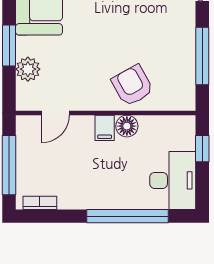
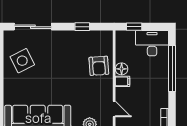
window: (202, 56) -> (82, 27), width x0.46
armchair: (132, 86) -> (99, 66), turned -65

